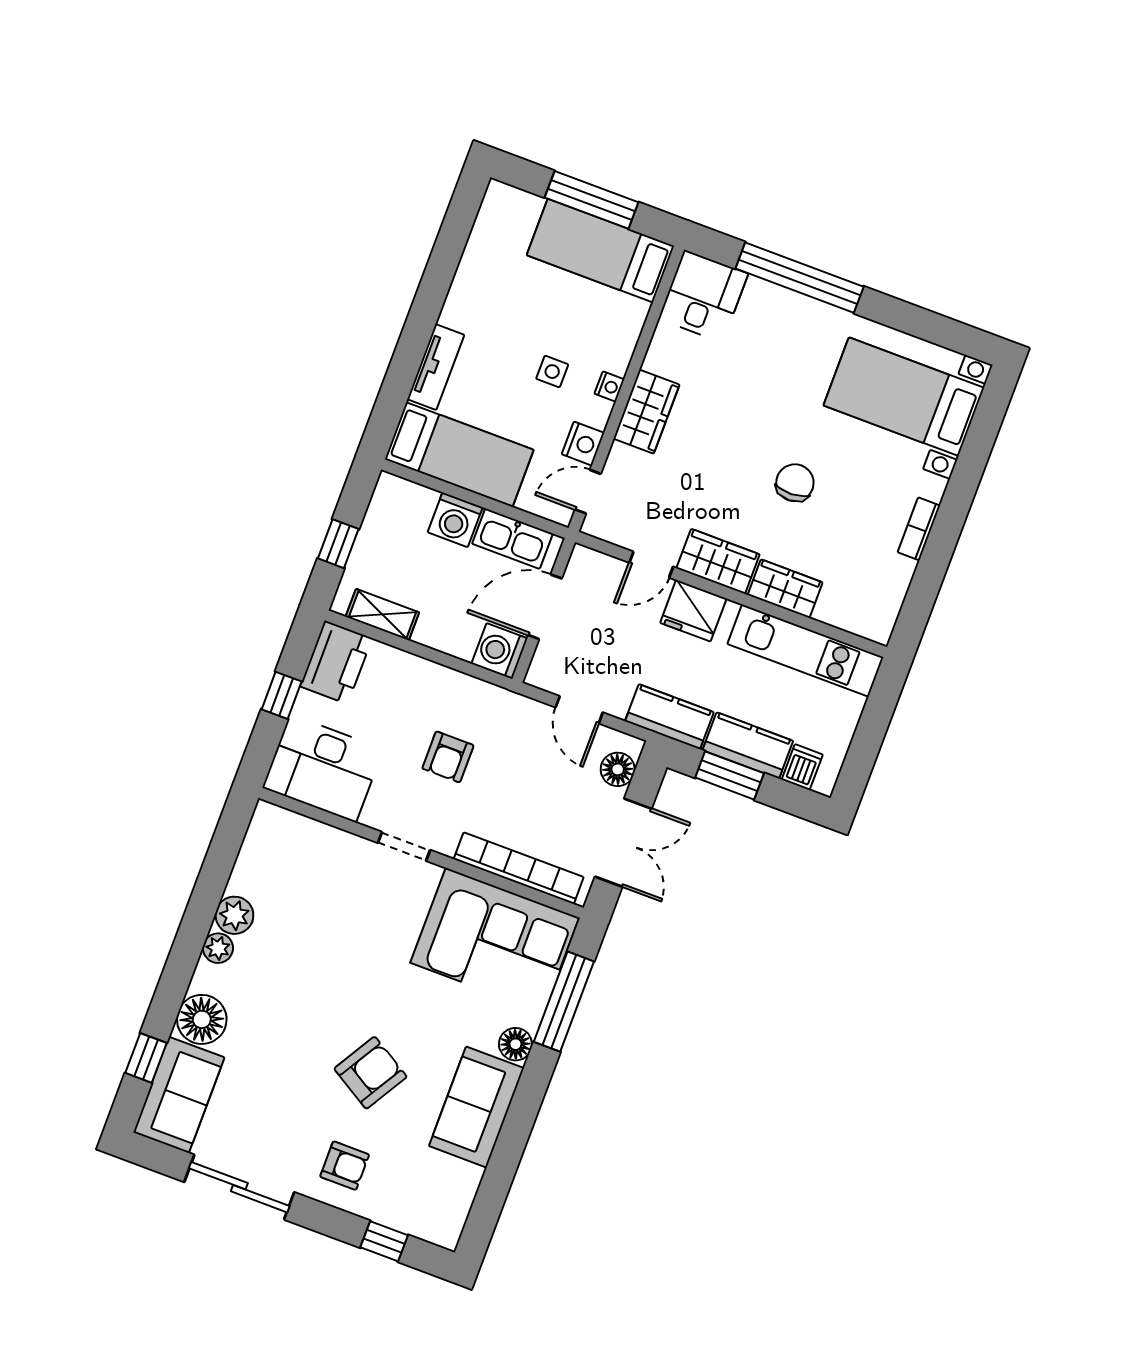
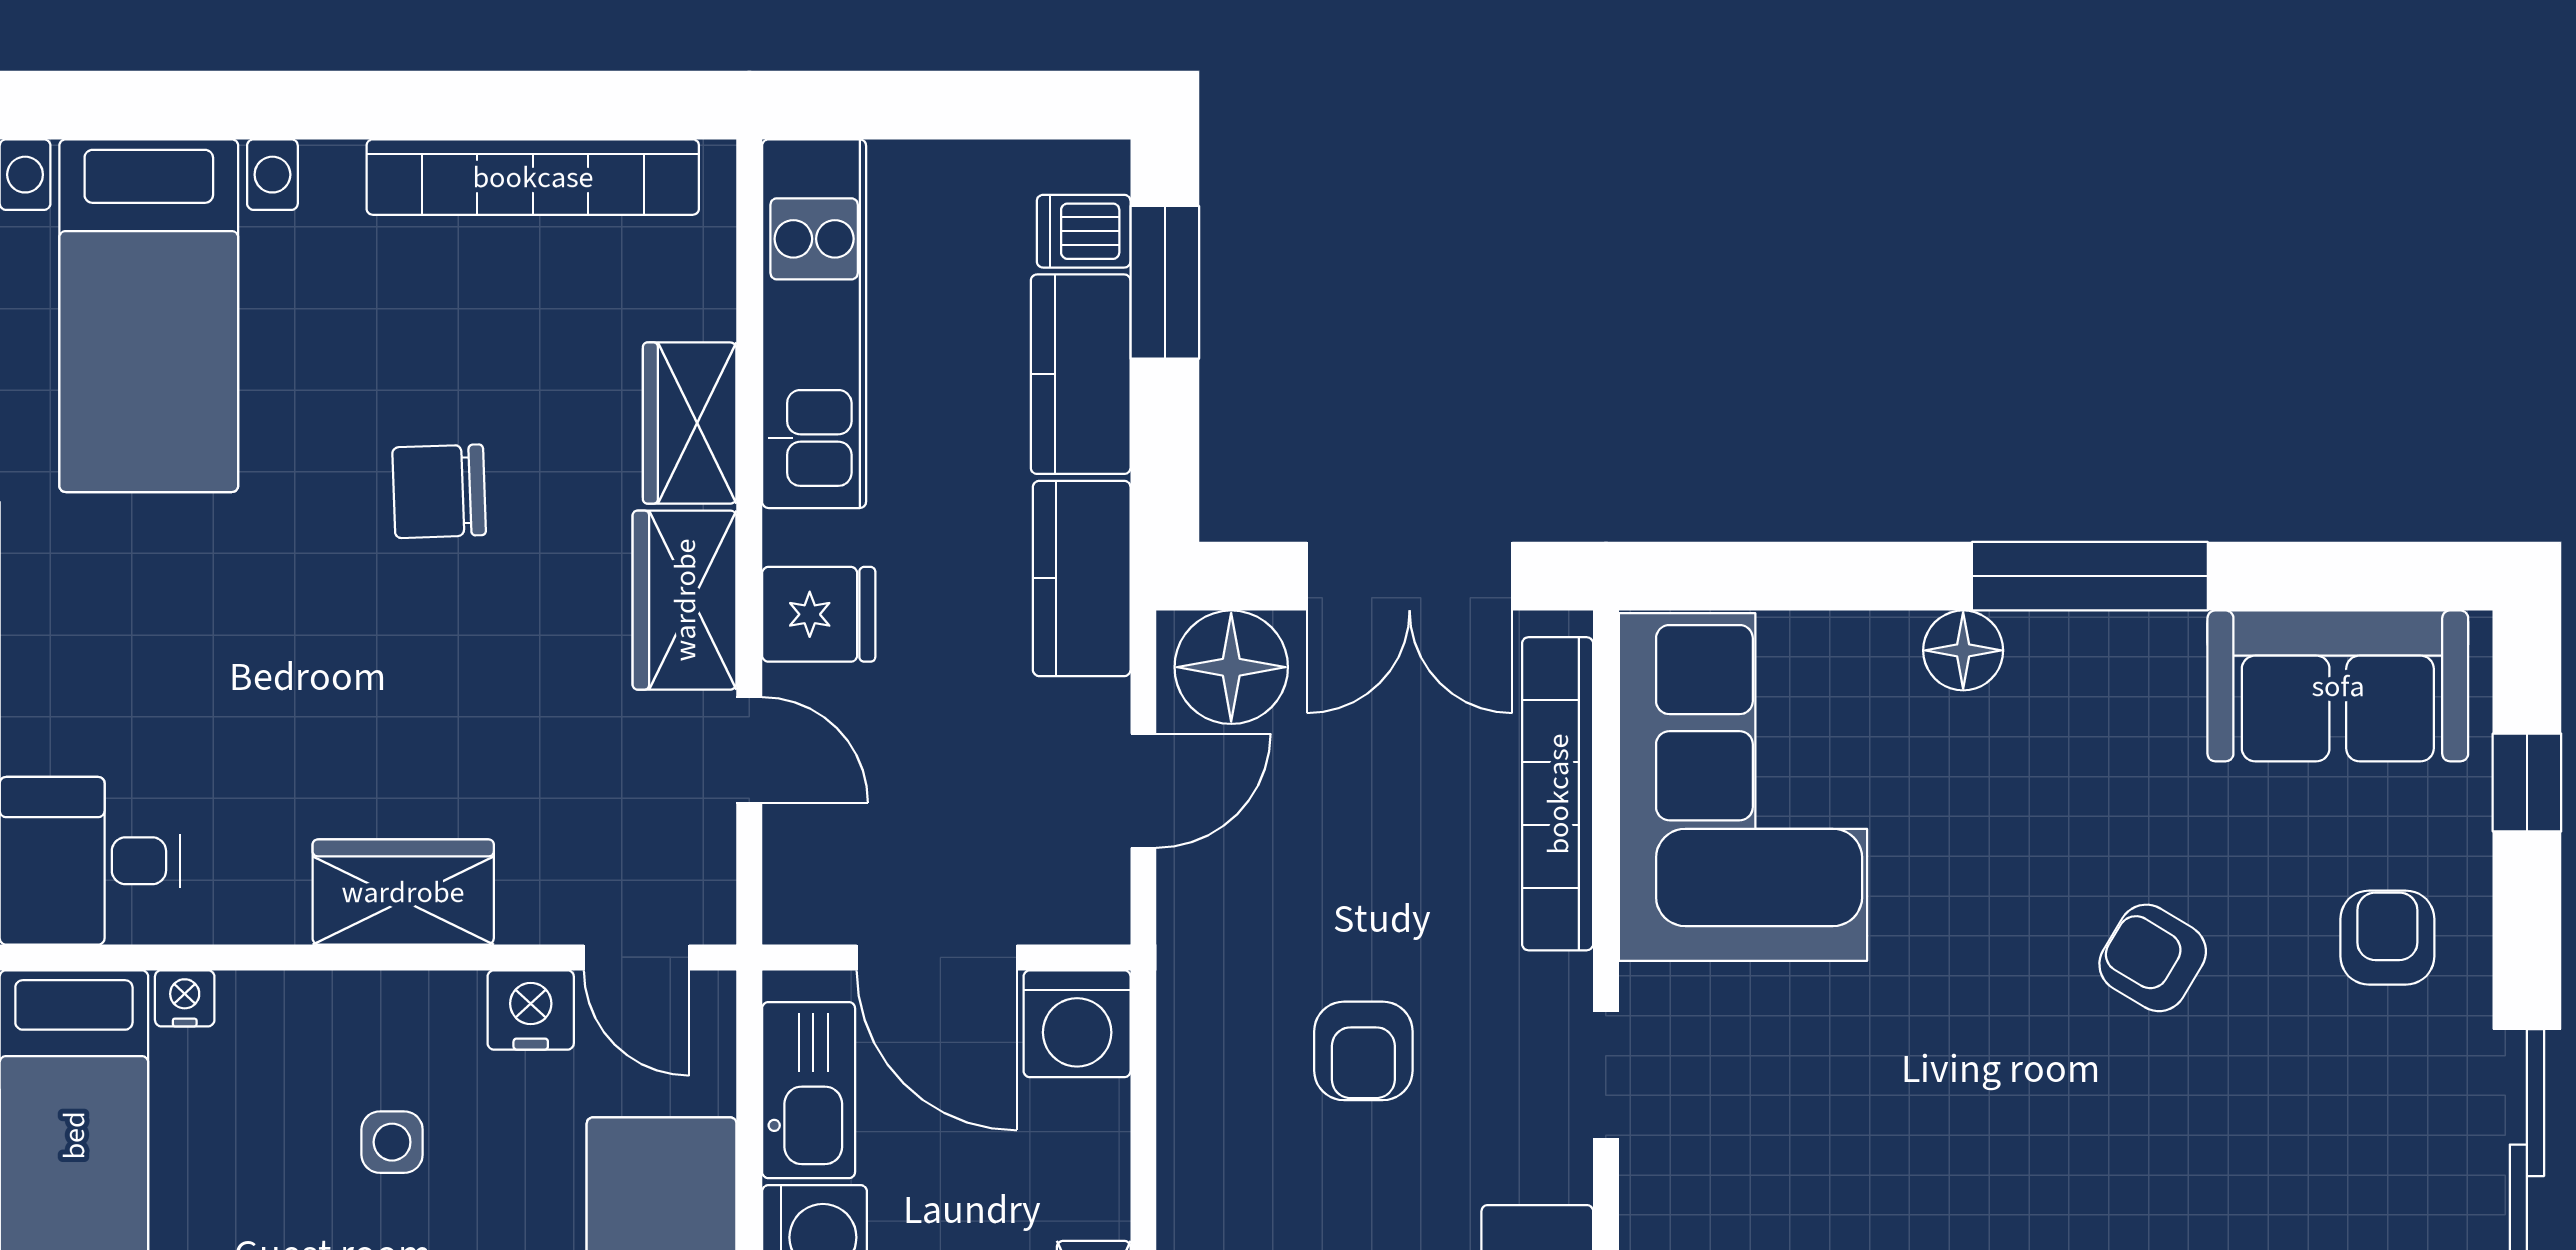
nightstand: (609, 387) -> (185, 998), moved
bookcase: (919, 529) -> (533, 177), width x2.31, depth x1.31
fridge: (693, 611) -> (819, 614), width x0.72
armchair: (448, 757) -> (1363, 1051), turned 90
floor lamp: (618, 769) -> (1231, 667), width x1.38, depth x1.38
window: (730, 775) -> (1165, 282), moved
double door: (623, 843) -> (1410, 576), swing flipped
window: (564, 1002) -> (2090, 576), moved
armchair: (370, 1073) -> (2153, 958), width x0.72, depth x0.72
sofa: (476, 1107) -> (2338, 686), moved

